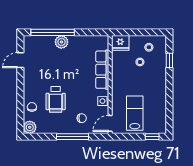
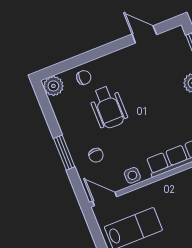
wheelchair: (56, 99) -> (108, 107), turned -90
window: (72, 137) -> (64, 153), width x0.69

